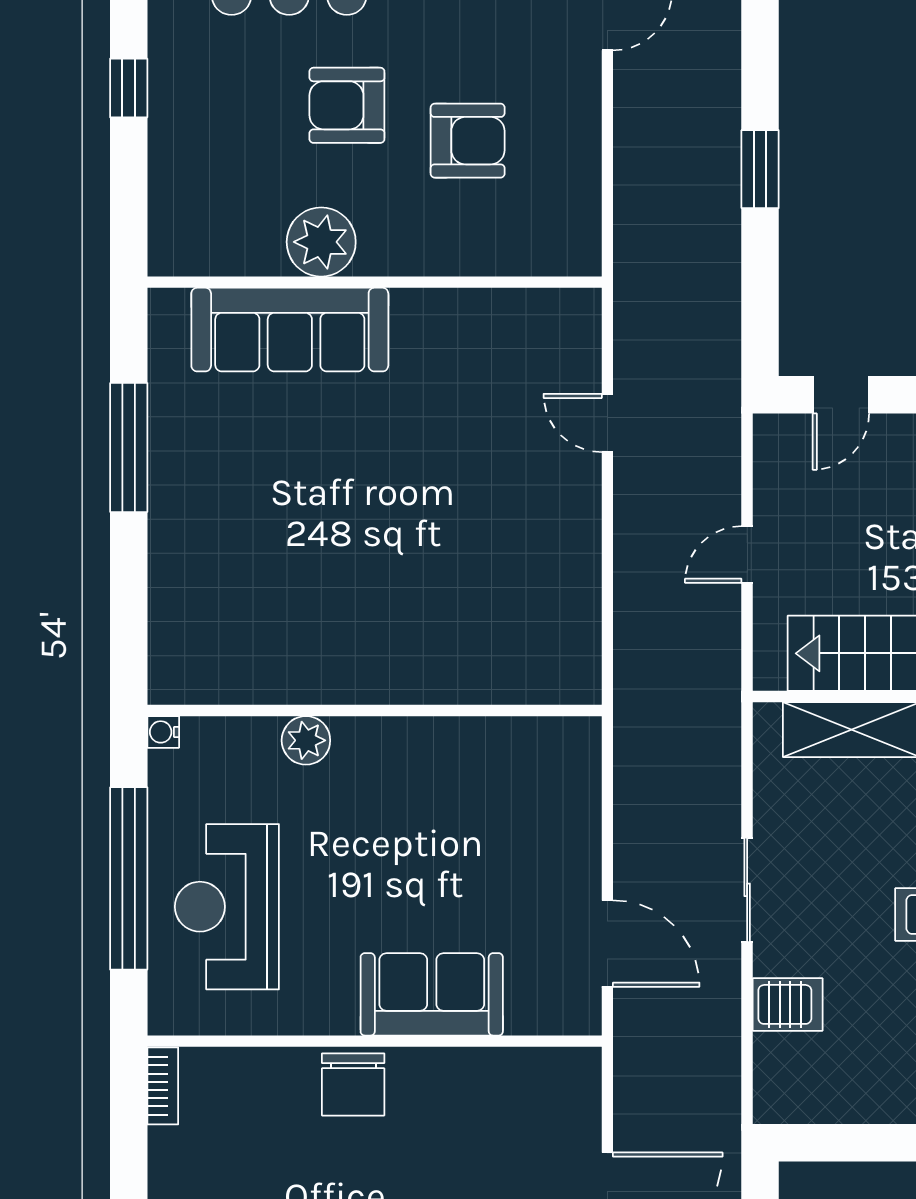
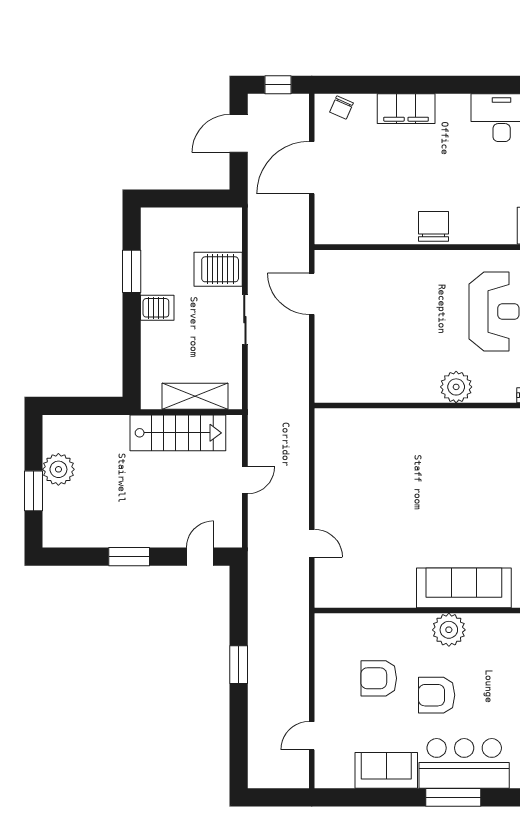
armchair: (347, 105) -> (437, 695), turned 180
plant: (306, 740) -> (456, 387), width x1.36, depth x1.36
sofa: (432, 994) -> (396, 270), removed
server rack: (788, 1004) -> (218, 269), width x1.36, depth x1.44

